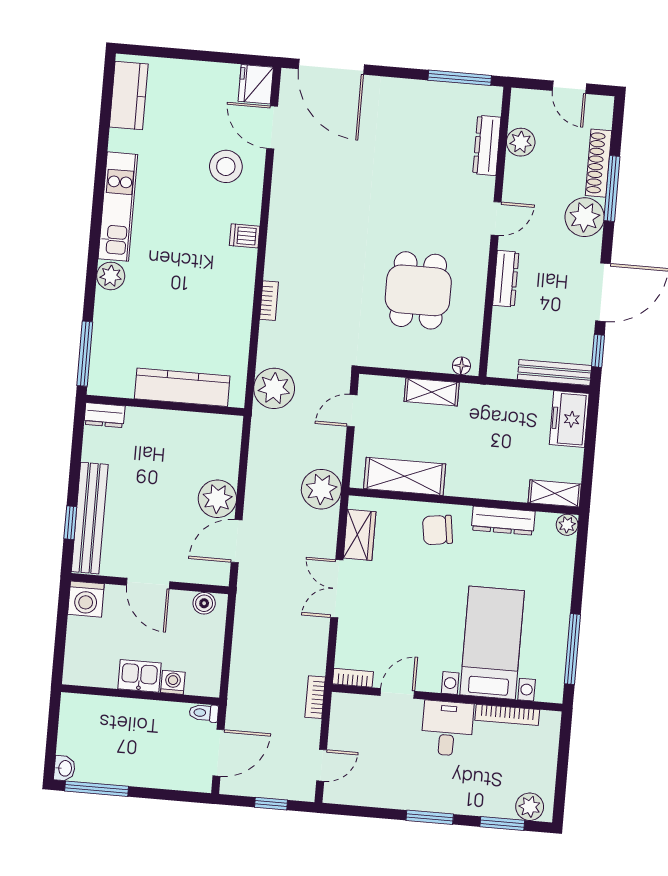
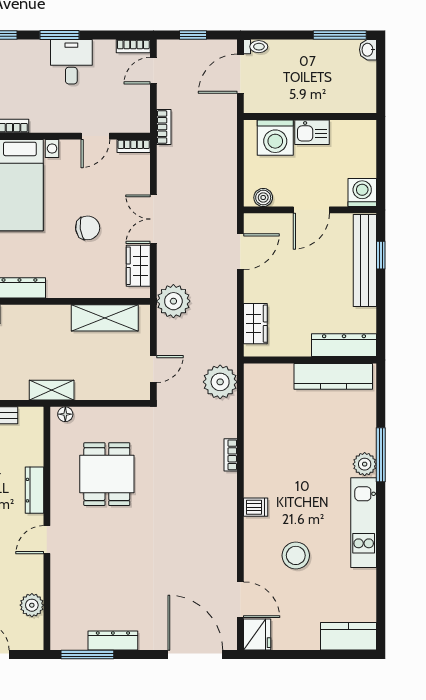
kitchen counter: (129, 95) -> (349, 636), moved, turned 90
dresser: (487, 145) -> (113, 641), moved, turned -90
stool: (226, 166) -> (296, 555), moved
window: (85, 354) -> (381, 455), moved
kitchen counter: (182, 387) -> (333, 376), moved
shelving: (432, 392) -> (52, 390), moved
dresser: (104, 415) -> (344, 345), width x1.96, depth x1.24
wardrobe: (226, 454) -> (255, 324), added
plant: (217, 499) -> (260, 286), removed
chair: (438, 530) -> (88, 228), moved
door: (148, 584) -> (311, 210), swing flipped
double door: (337, 589) -> (153, 219), swing flipped
washing machine: (173, 682) -> (275, 138), width x1.89, depth x1.89
toilet: (204, 713) -> (256, 47), moved
desk: (447, 728) -> (71, 62), moved, turned 180
bookcase: (343, 796) -> (133, 46), added

